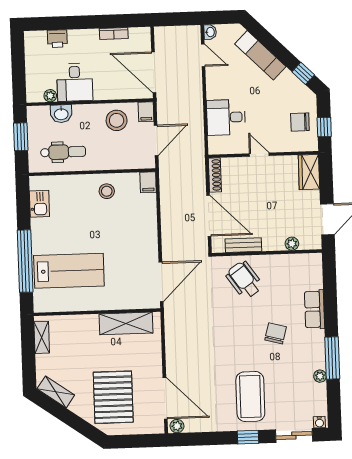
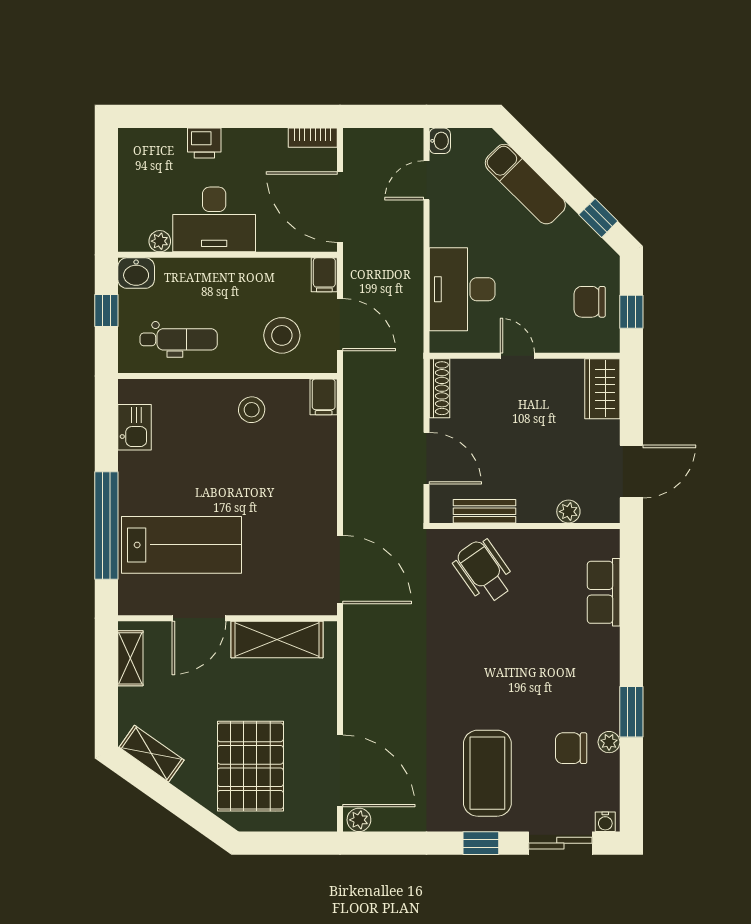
bookcase: (114, 34) -> (313, 138), moved
printer: (57, 39) -> (204, 143), moved
door: (203, 55) -> (427, 180), swing flipped
desk: (75, 82) -> (214, 219), width x1.37
washbasin: (61, 114) -> (136, 273), moved
desk: (226, 117) -> (462, 289), width x1.37
stool: (117, 120) -> (282, 335), moved
window: (21, 137) -> (106, 310), width x0.67
door: (156, 140) -> (340, 325), hinge flipped
door: (209, 216) -> (427, 458), width x0.73
door: (161, 282) -> (340, 570), hinge flipped
row of seats: (314, 309) -> (604, 592), moved
door: (80, 313) -> (199, 618), added
chair: (276, 333) -> (571, 748), moved, turned -105
window: (332, 358) -> (631, 712), width x0.69

